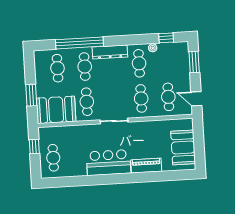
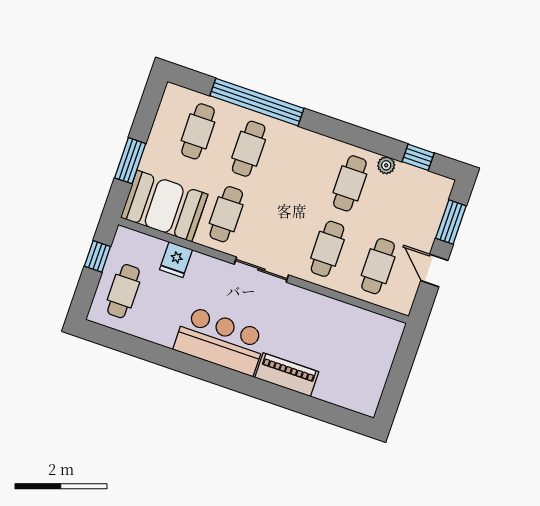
dresser: (110, 52) -> (305, 141), removed
door: (196, 99) -> (434, 270), moved
fridge: (72, 133) -> (176, 260), added
booth: (183, 147) -> (367, 369), removed

